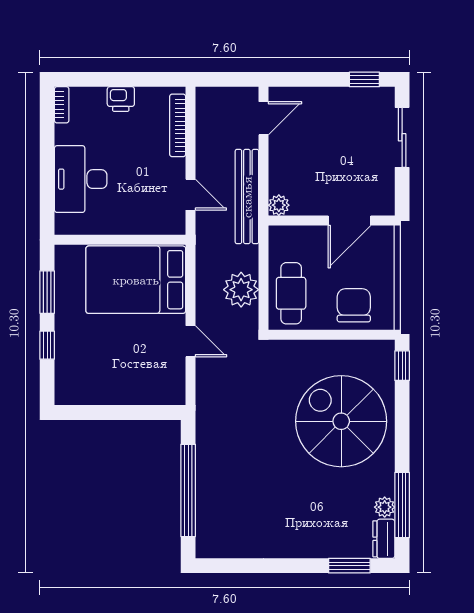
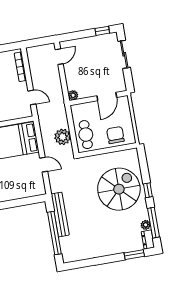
bench: (247, 197) -> (60, 214), moved
window: (402, 366) -> (148, 190), moved
spiral stairs: (341, 421) -> (119, 189), turned 90

